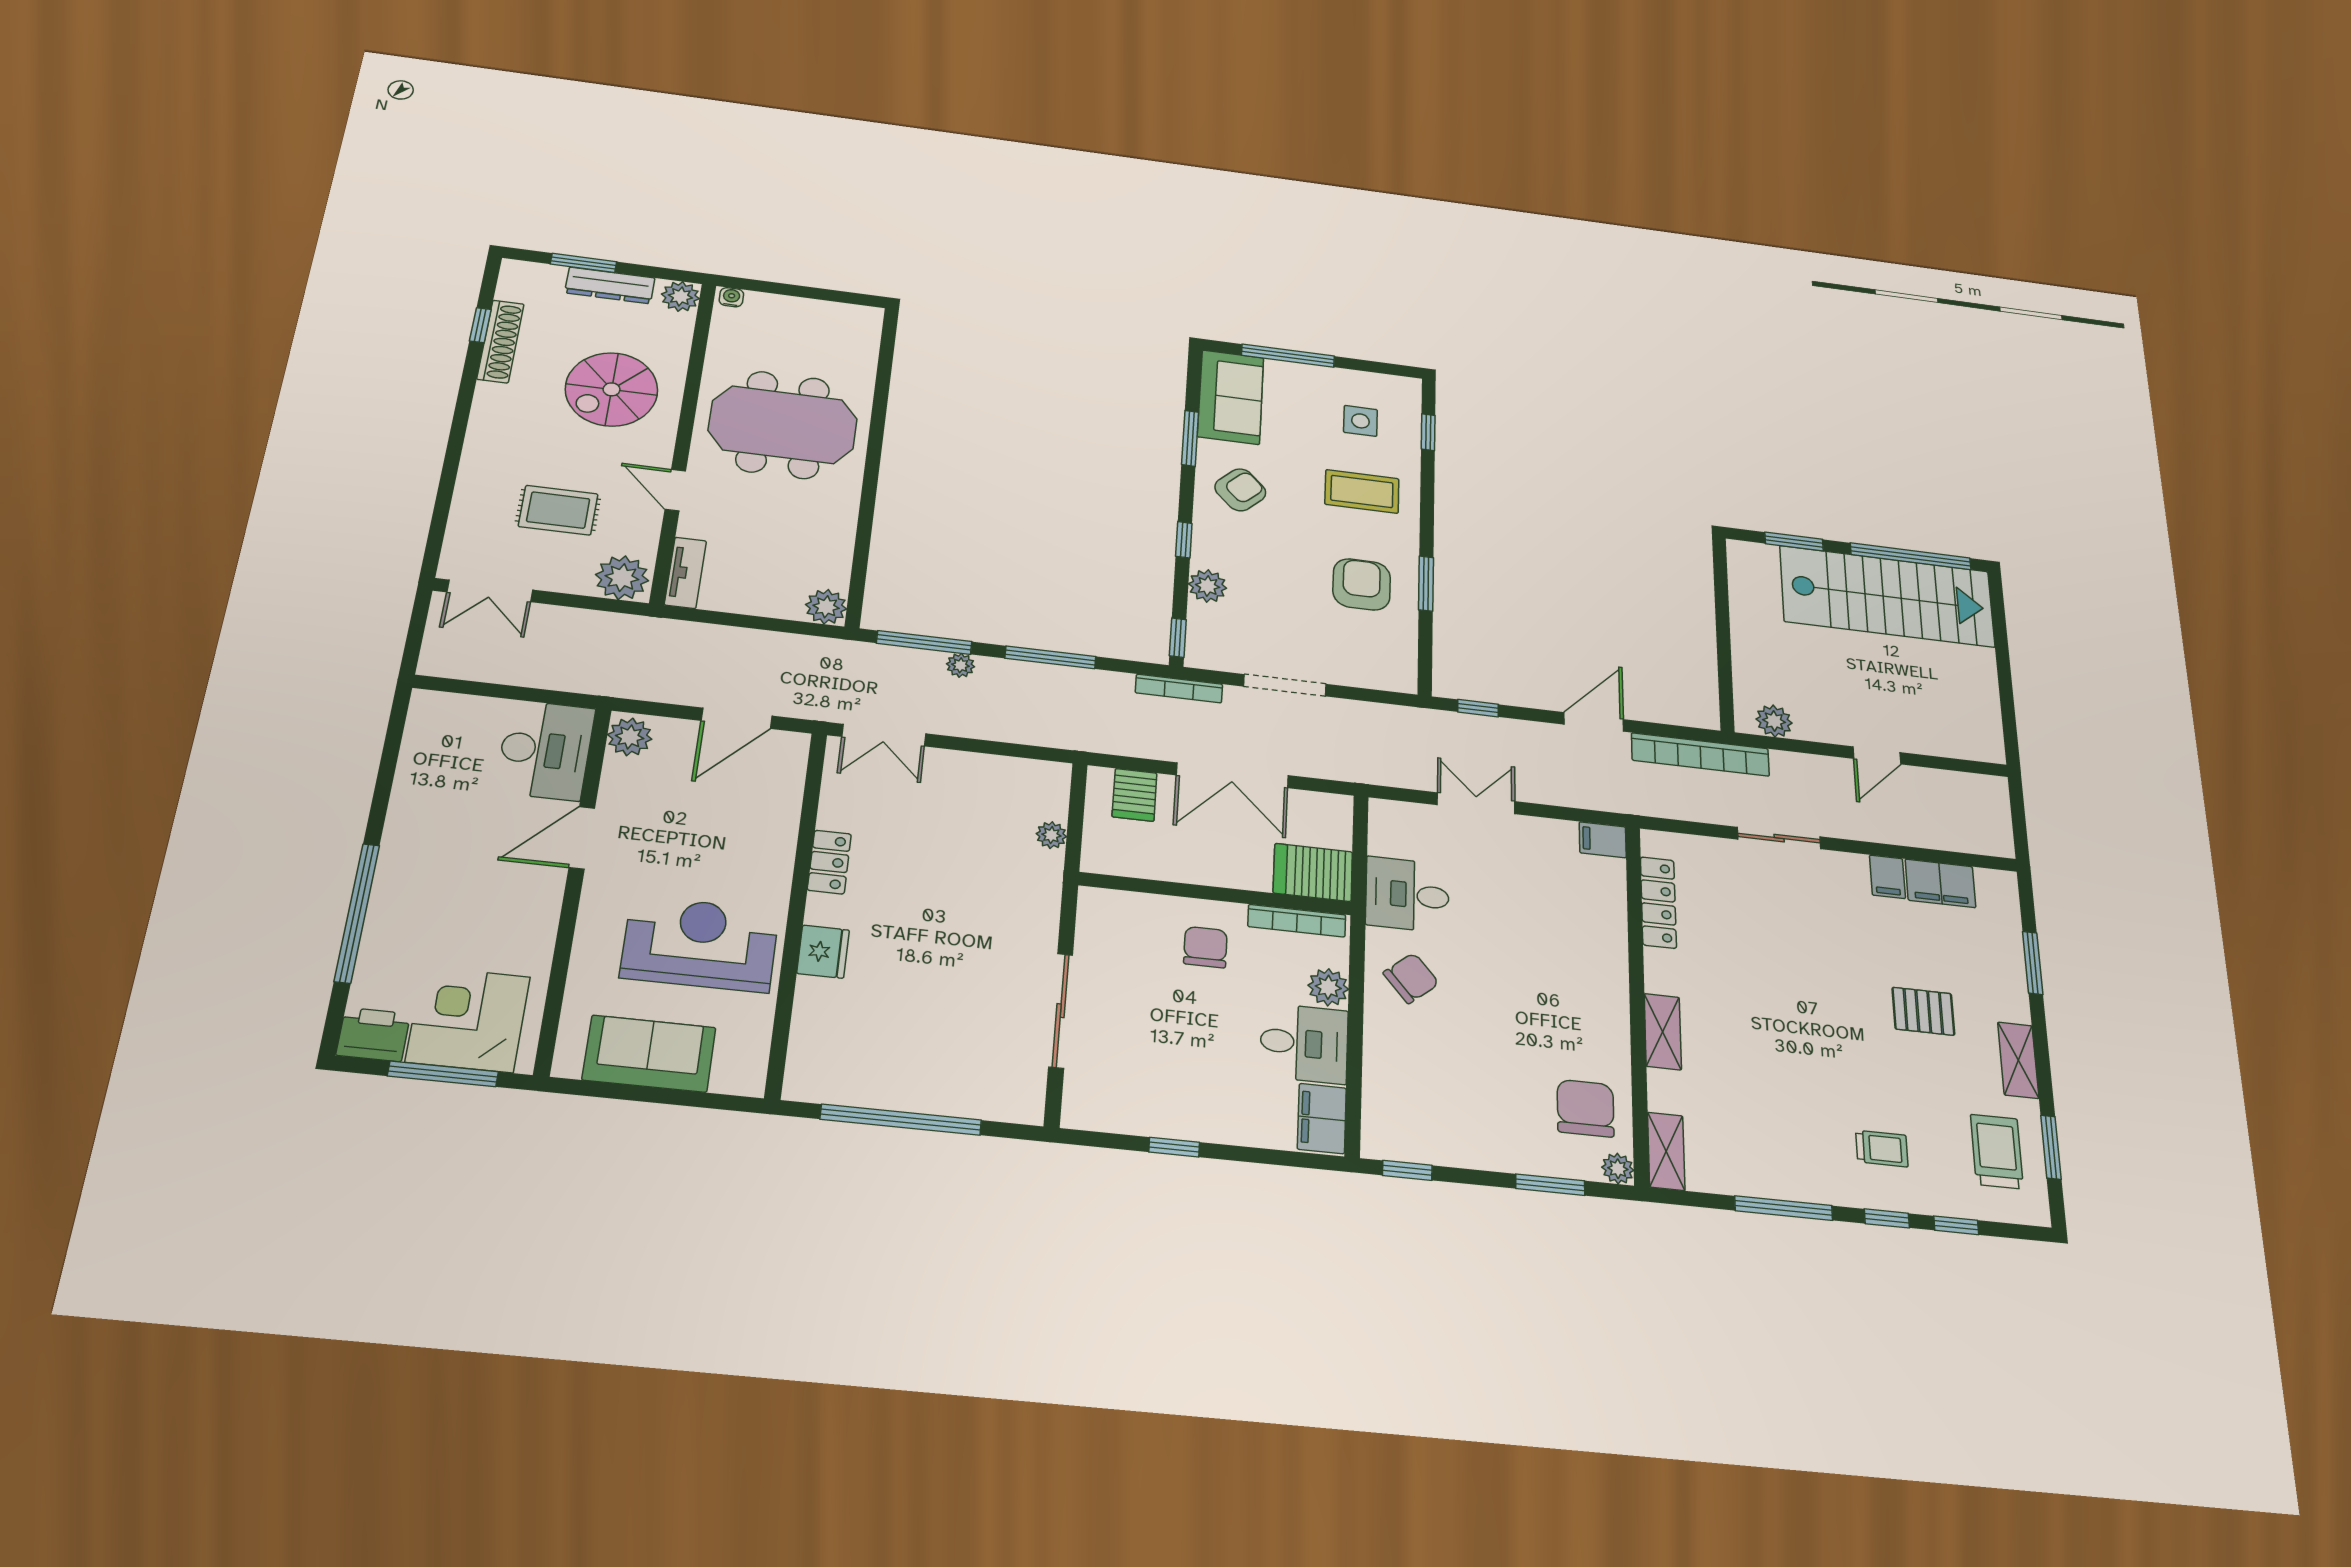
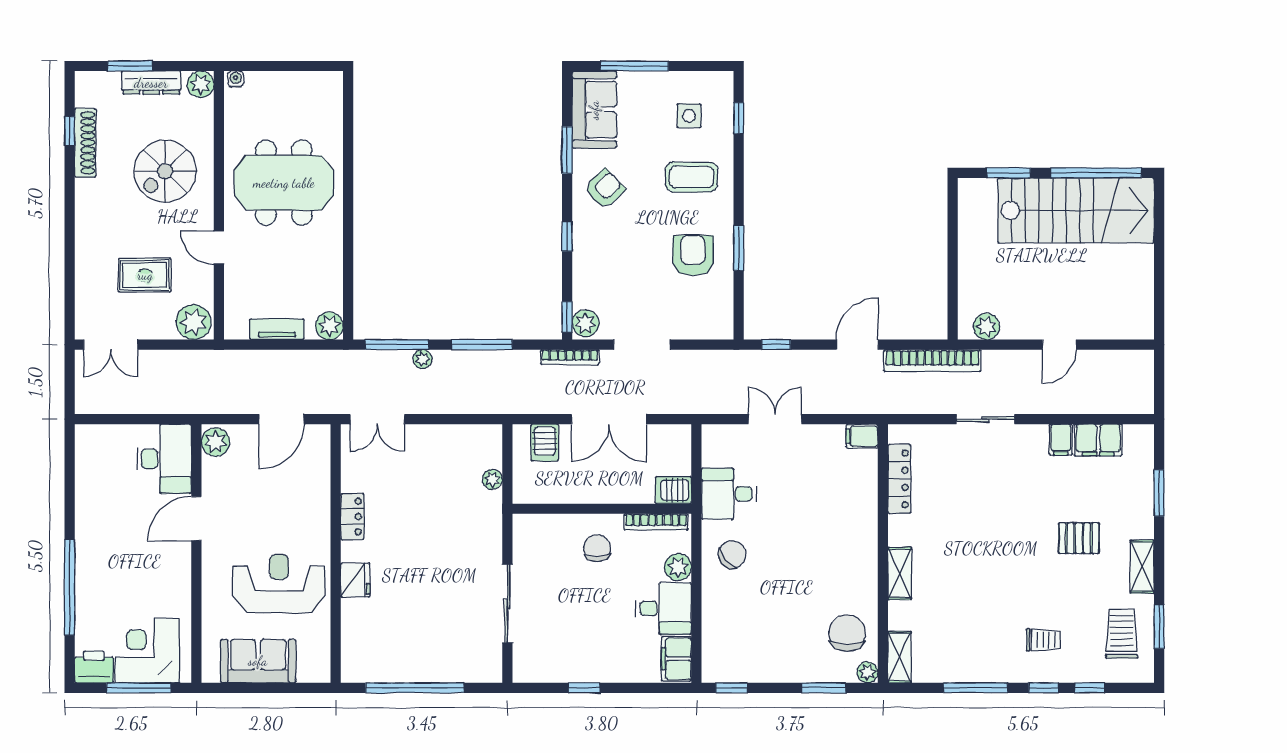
tv unit: (685, 573) -> (277, 329), moved, turned -90
plant: (1208, 586) -> (585, 323), moved
server rack: (1313, 872) -> (673, 490), width x0.73, depth x0.70

